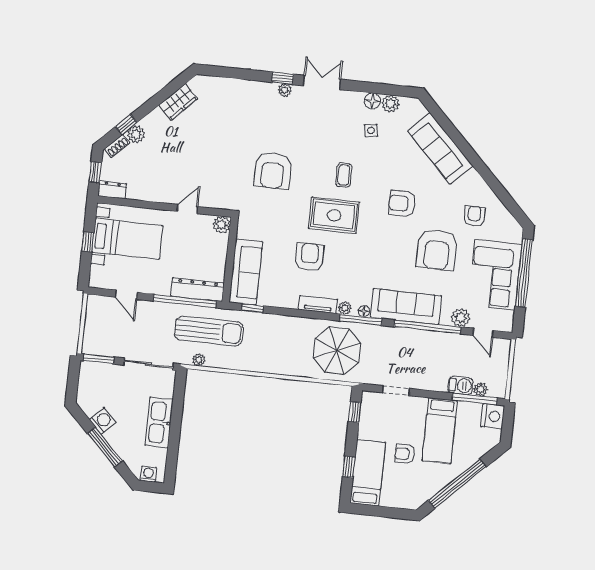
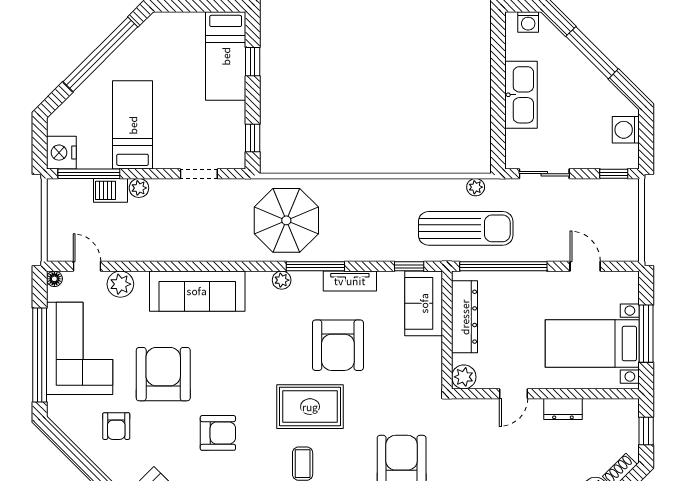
dresser: (112, 190) -> (563, 409), moved
window: (88, 242) -> (646, 334), width x2.17
armchair: (309, 257) -> (338, 345), width x1.36, depth x1.36
sofa: (246, 272) -> (424, 303), width x0.73
dresser: (197, 290) -> (465, 317), moved, turned -90
tv unit: (318, 304) -> (350, 281), moved
floor lamp: (364, 311) -> (54, 279), moved
window: (361, 320) -> (315, 266), moved
window: (427, 327) -> (165, 266), removed
sun lounger: (209, 331) -> (466, 228), turned 180
window: (99, 359) -> (614, 174), width x0.67
sliding door: (148, 364) -> (544, 174), width x0.73
plant: (481, 389) -> (139, 188), moved
washing machine: (103, 421) -> (626, 130), moved, turned 45
armchair: (405, 454) -> (177, 88), removed

